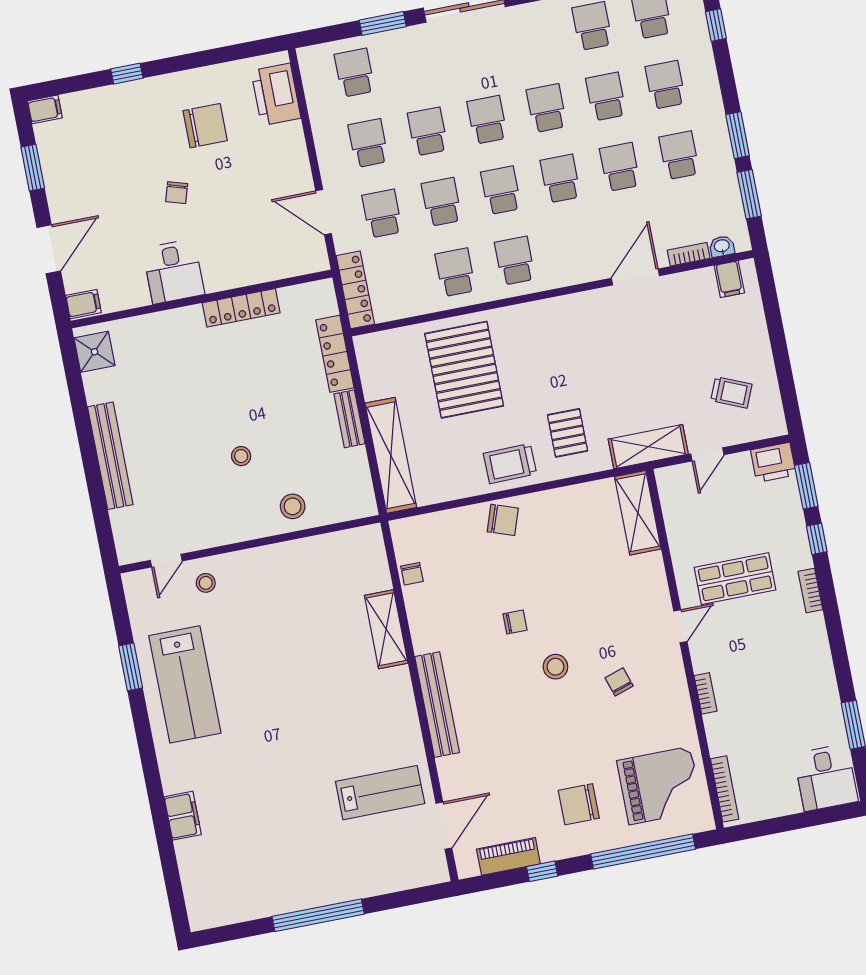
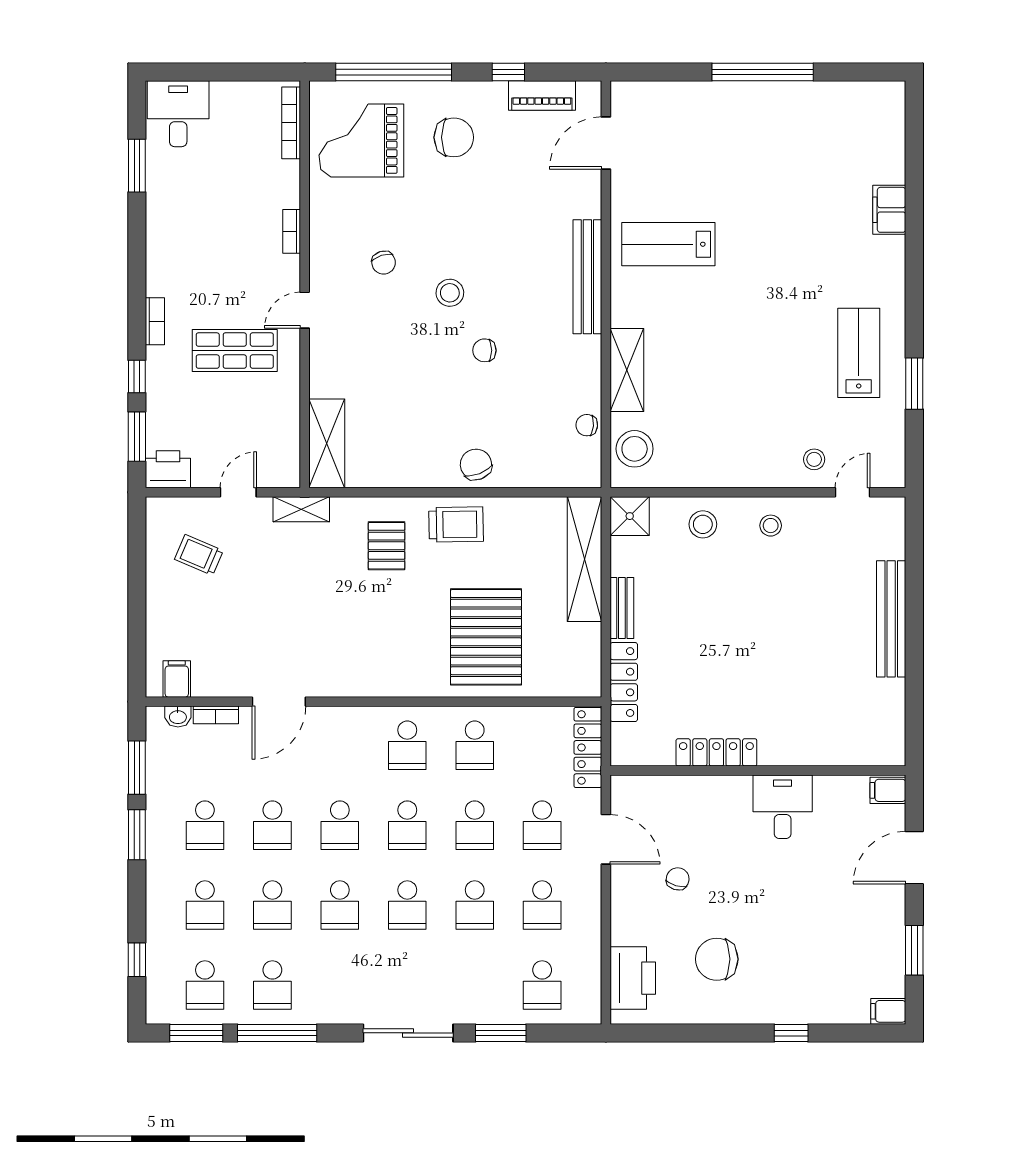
chair: (177, 193) -> (678, 879), moved
shower: (95, 352) -> (630, 516), moved
shelving: (648, 447) -> (301, 509), width x0.67, depth x0.75
stool: (241, 456) -> (771, 526), moved
chair: (503, 520) -> (476, 464), turned 50
stool: (366, 561) -> (635, 449), added
chair: (412, 574) -> (587, 425), turned -85
lab bench: (185, 684) -> (859, 353), width x0.73, depth x0.72
lab bench: (380, 793) -> (668, 244), moved

